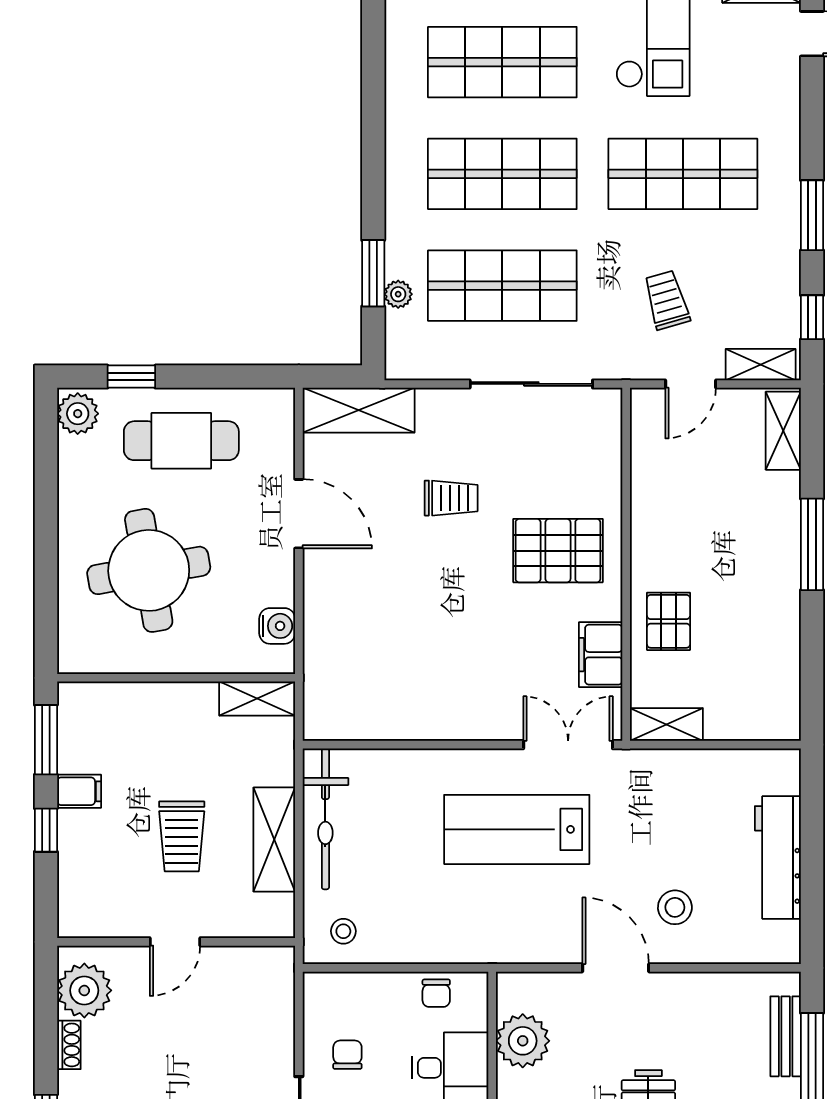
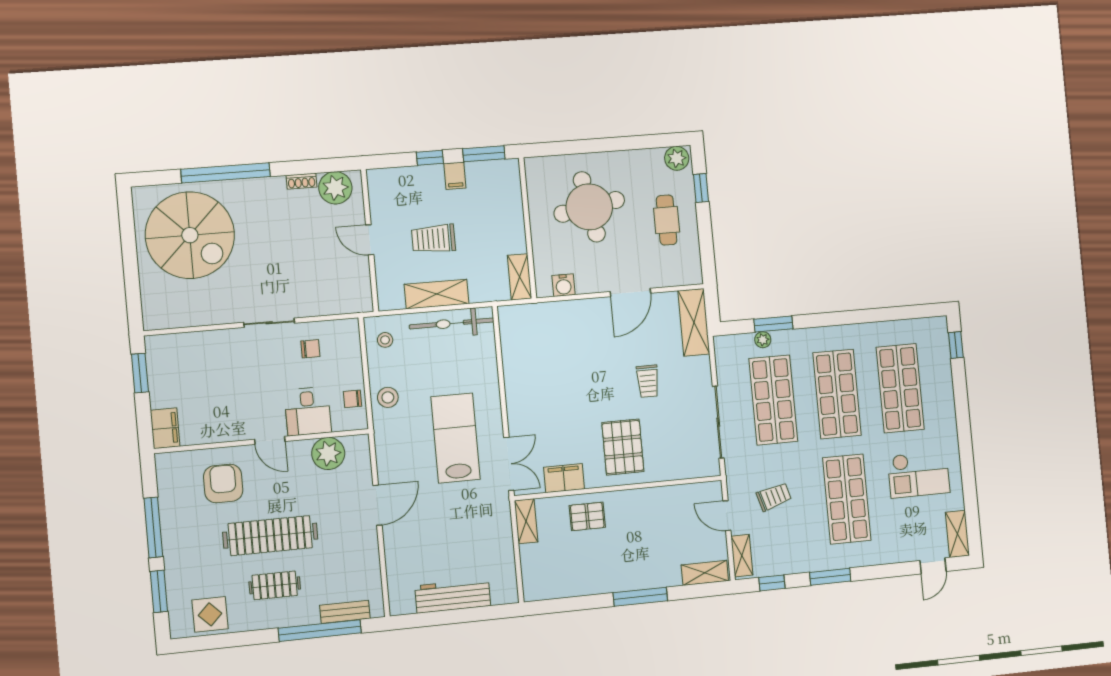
cafe table: (181, 441) -> (667, 220), width x0.73, depth x0.74
stool: (675, 907) -> (388, 397), moved

